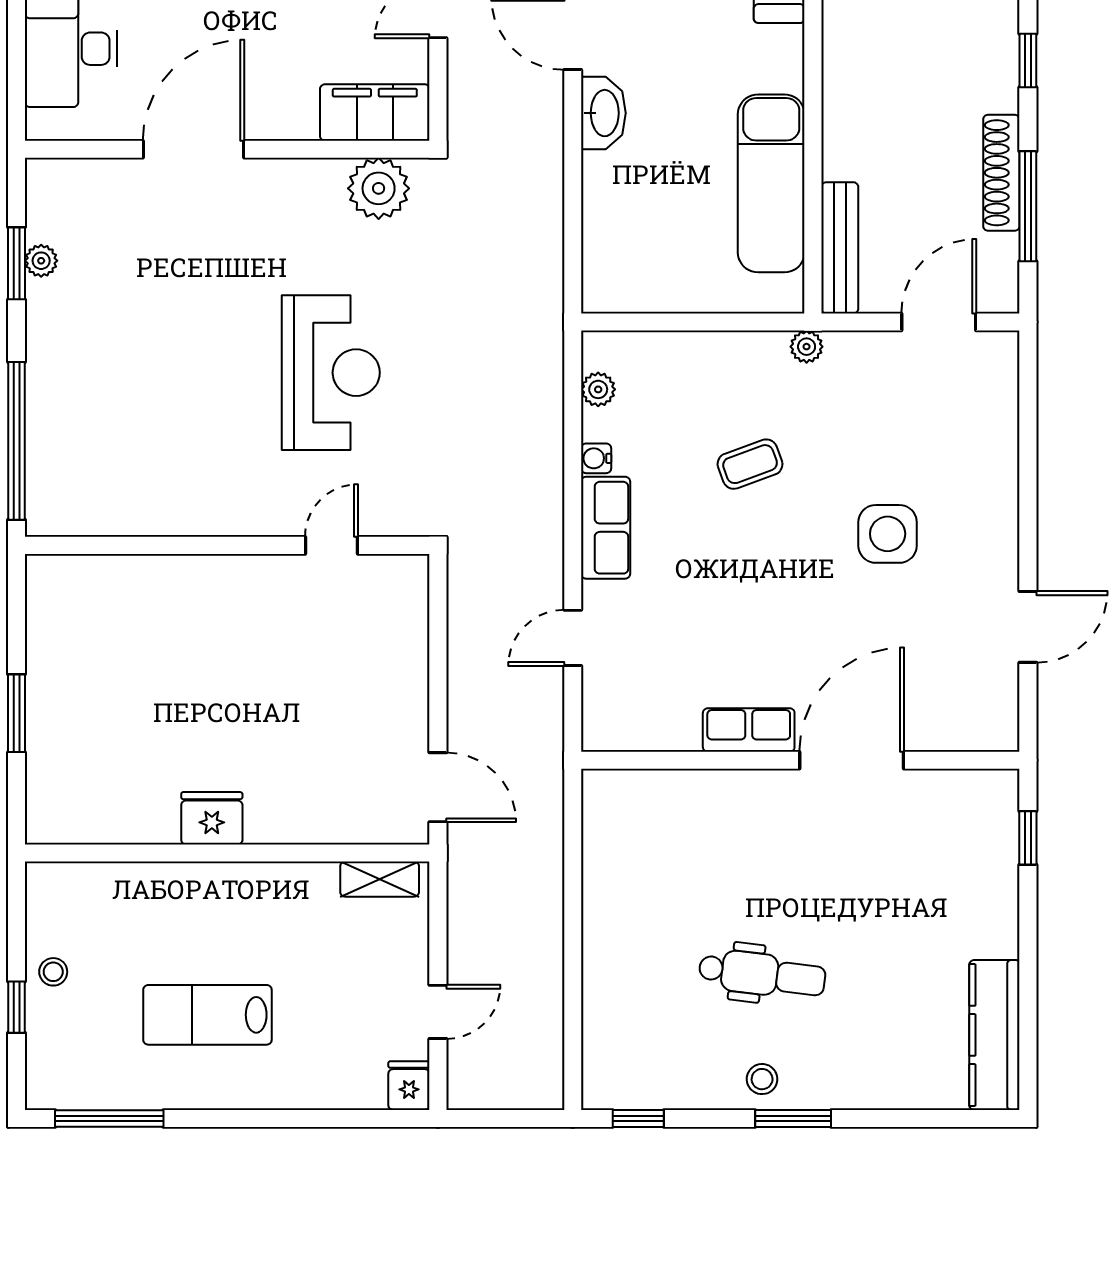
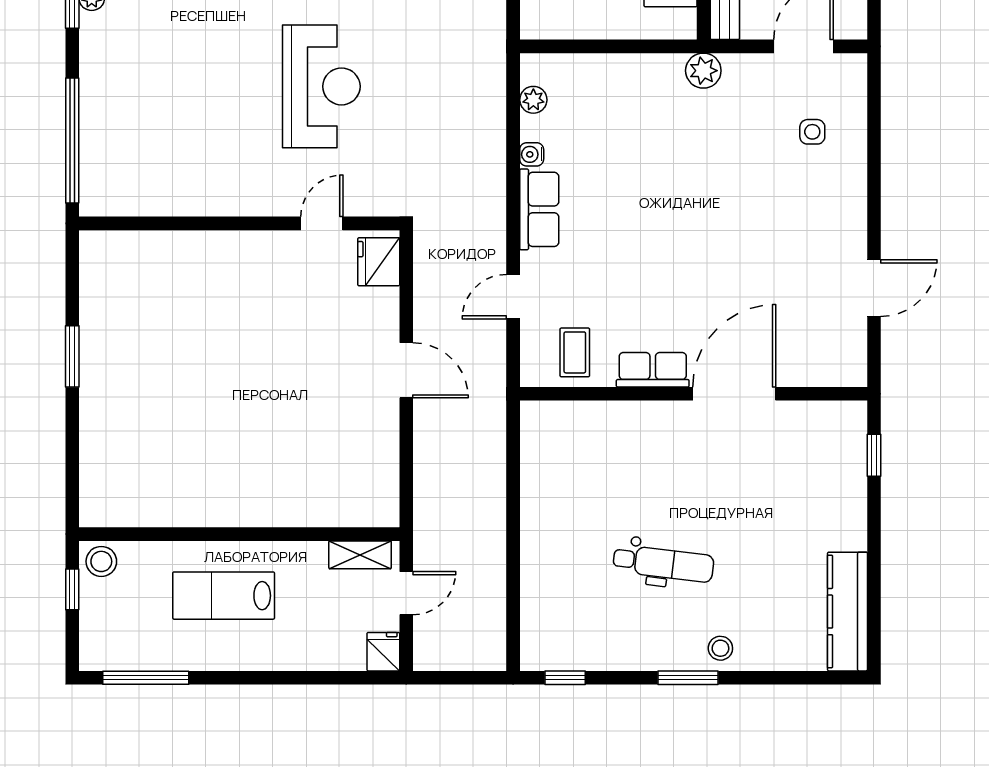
plant: (807, 347) -> (703, 71), width x1.38, depth x1.38
coffee table: (750, 464) -> (575, 352), moved, turned -70
side table: (888, 534) -> (812, 132), moved, width x0.54, depth x0.54
door: (438, 787) -> (406, 370), moved
fridge: (212, 818) -> (379, 262), moved, turned -90
wall: (227, 853) -> (239, 534), moved
shelving: (380, 879) -> (360, 555), moved
stool: (53, 972) -> (101, 561), width x1.37, depth x1.37
stool: (762, 1079) -> (720, 648), moved

